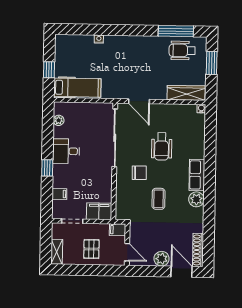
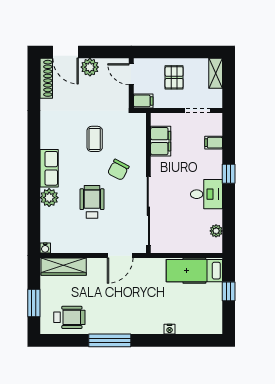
window: (176, 31) -> (110, 340), moved
door: (139, 101) -> (120, 256), swing flipped
chair: (139, 173) -> (118, 170), turned -61
plant: (196, 199) -> (49, 198), moved
filing cabinet: (99, 211) -> (161, 141), moved, turned -90

